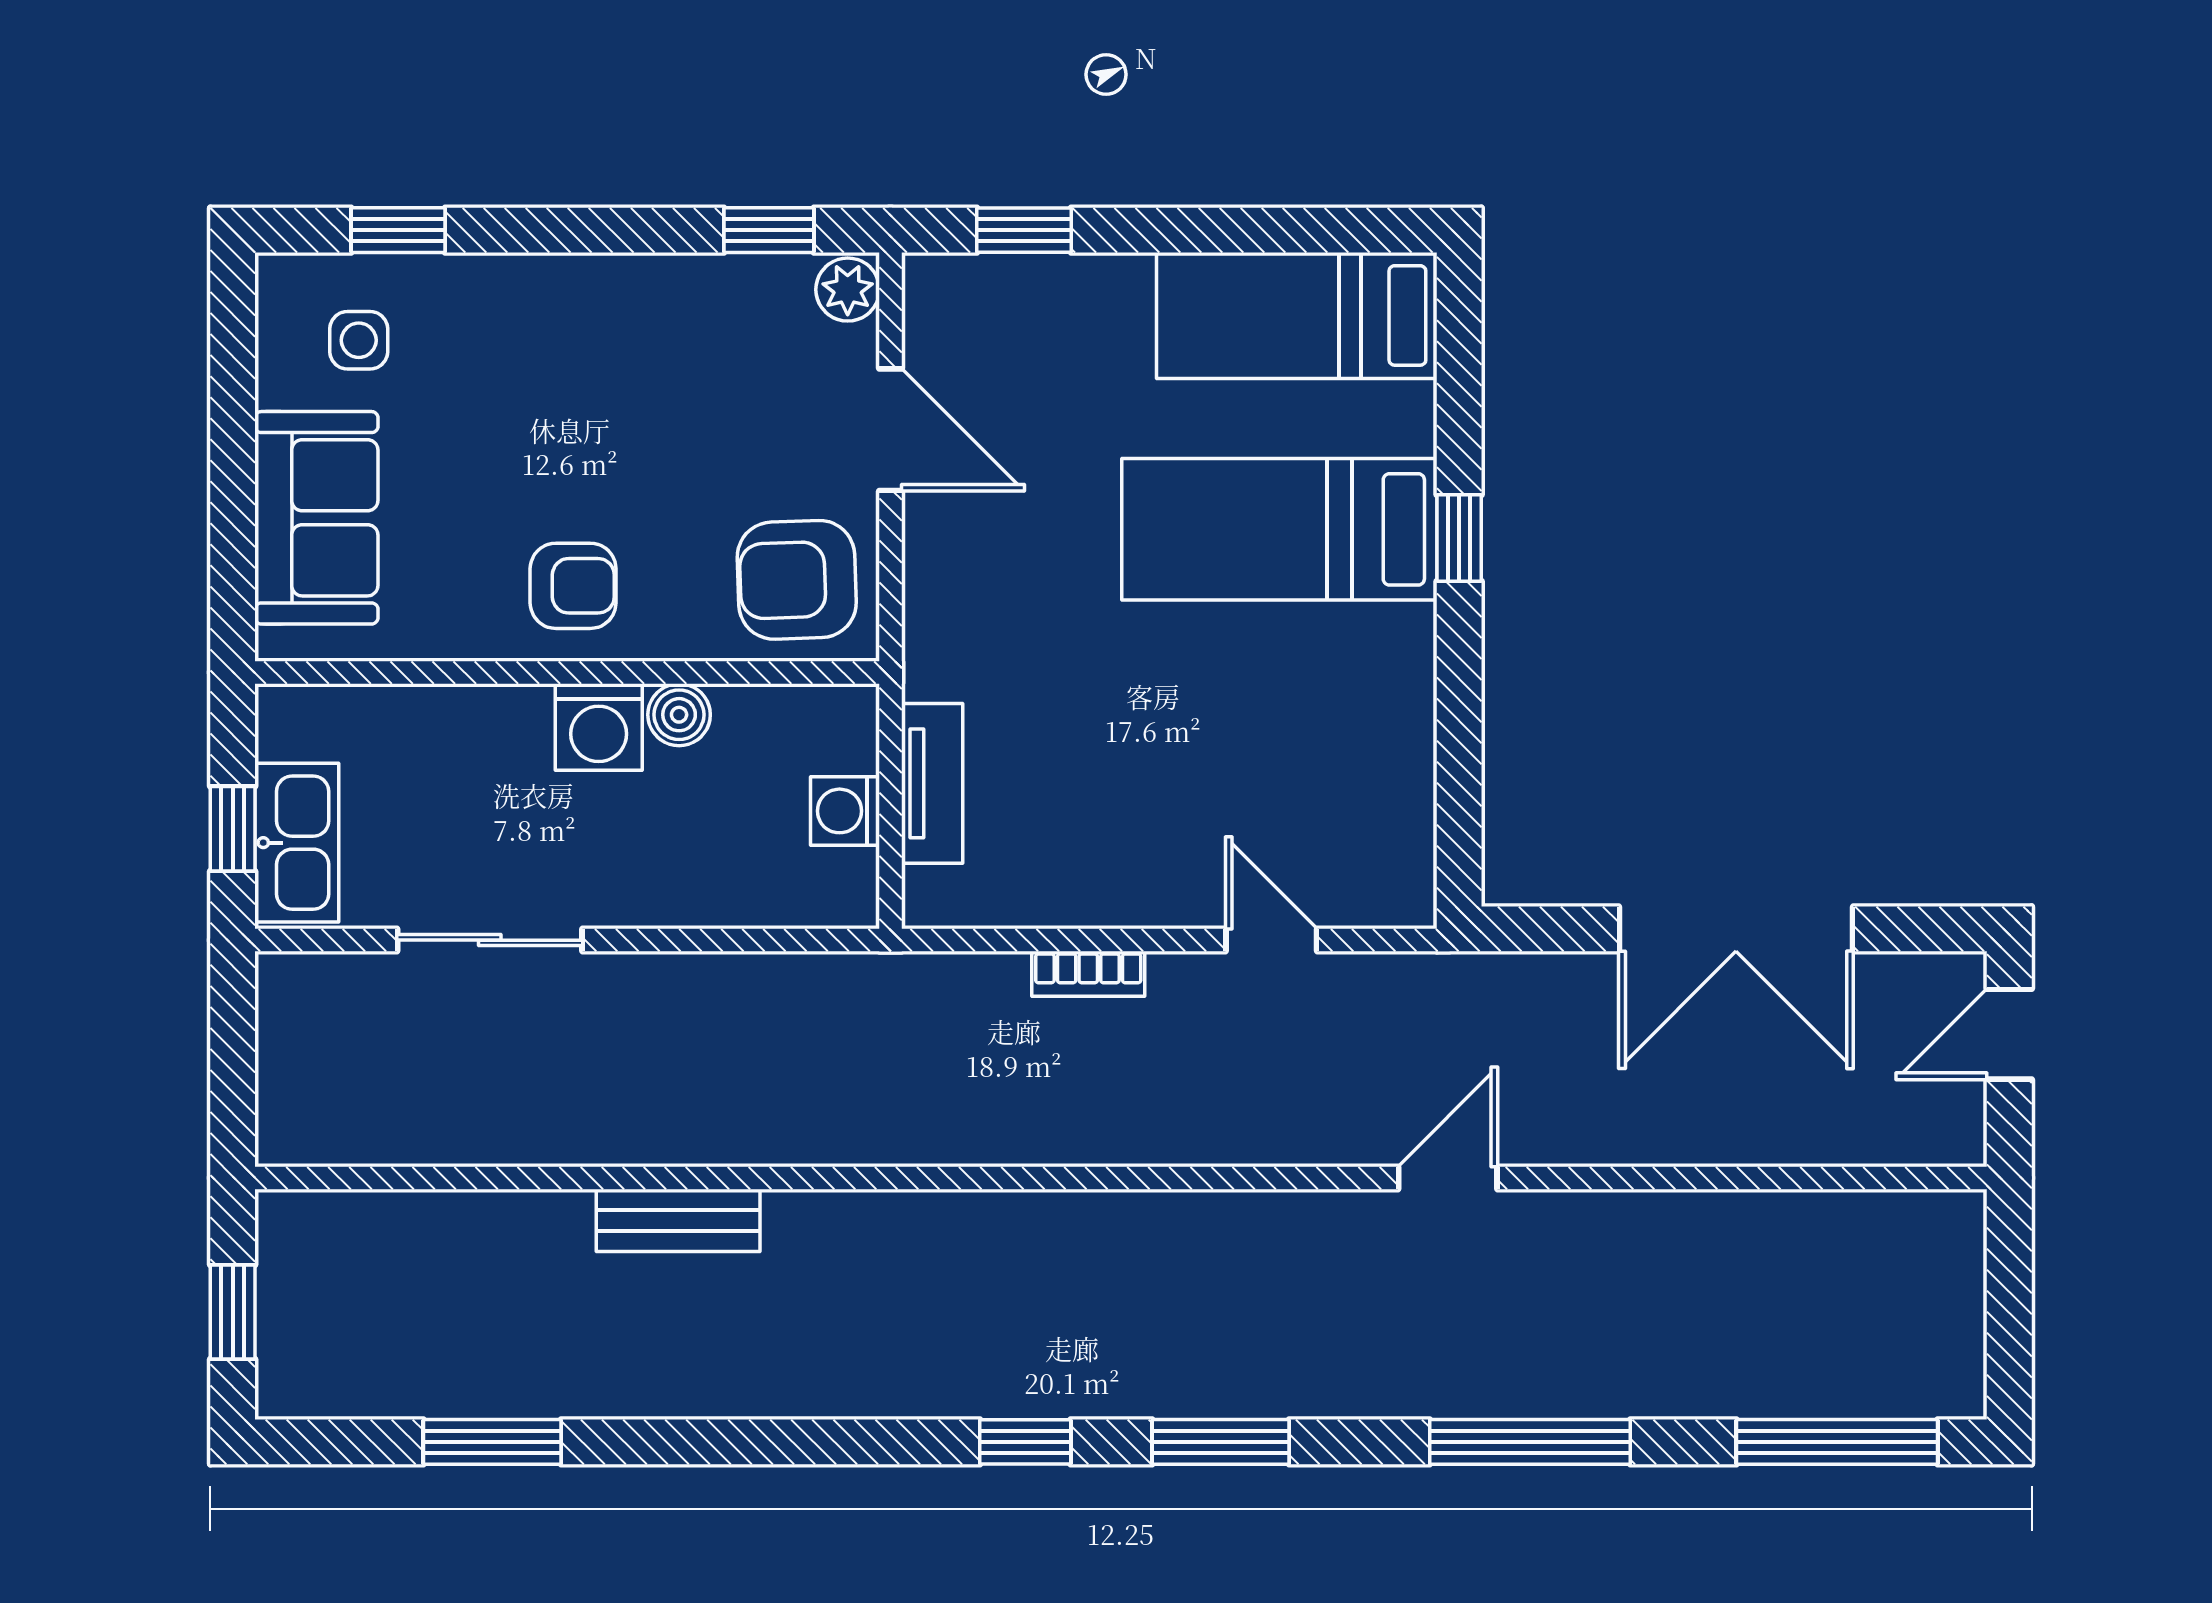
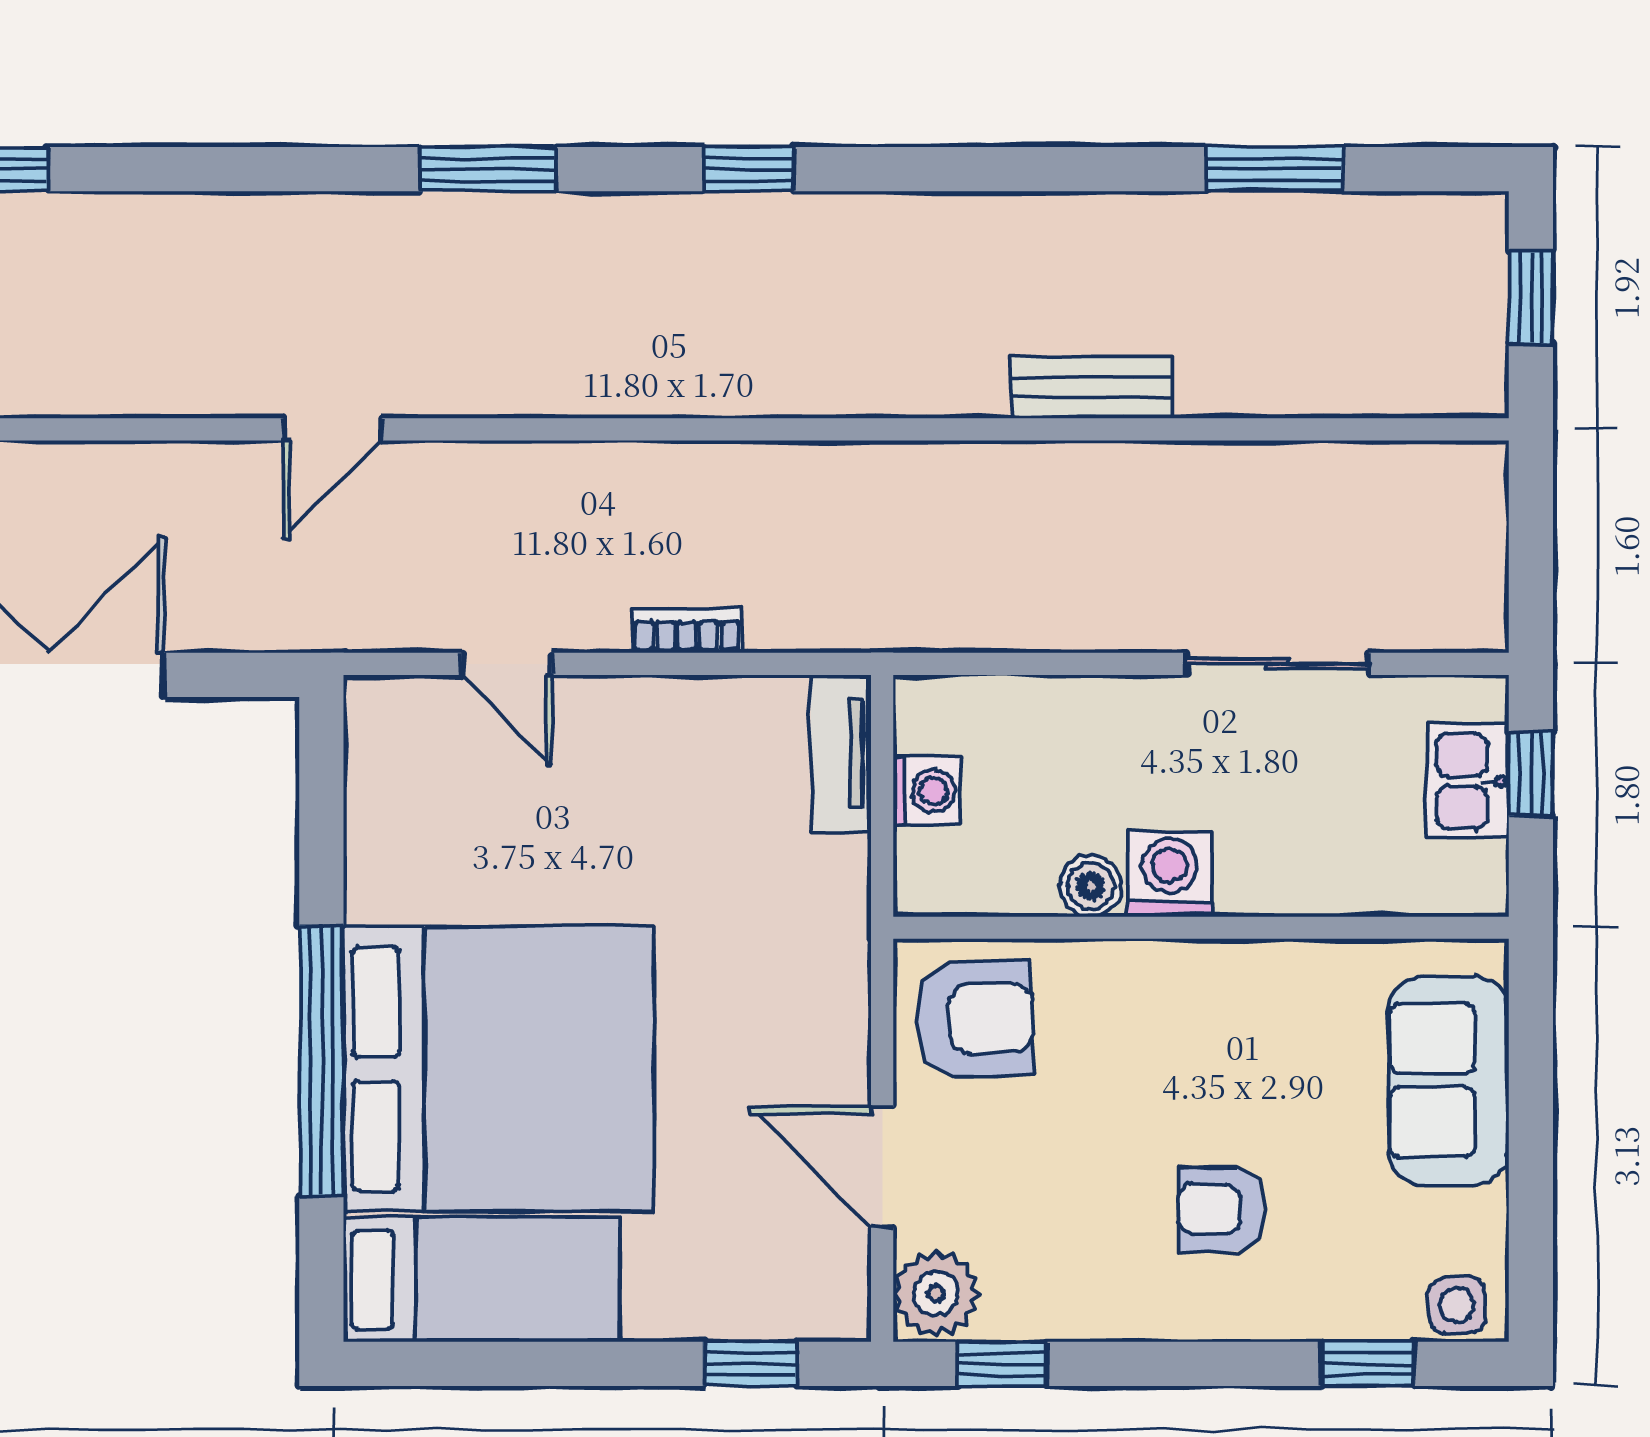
plant: (848, 290) -> (936, 1294), width x1.38, depth x1.38
side table: (359, 340) -> (1457, 1305), moved
bed: (1279, 529) -> (499, 1069), width x2.04
window: (1459, 538) -> (321, 1060), width x3.17
armchair: (573, 586) -> (1221, 1209), moved
tv unit: (932, 783) -> (841, 754), moved
kitchen sink: (297, 843) -> (1467, 781), width x0.73
window: (1221, 1442) -> (487, 169), moved
window: (1530, 1442) -> (252, 169), removed

